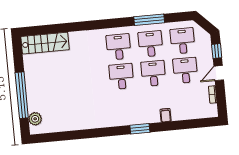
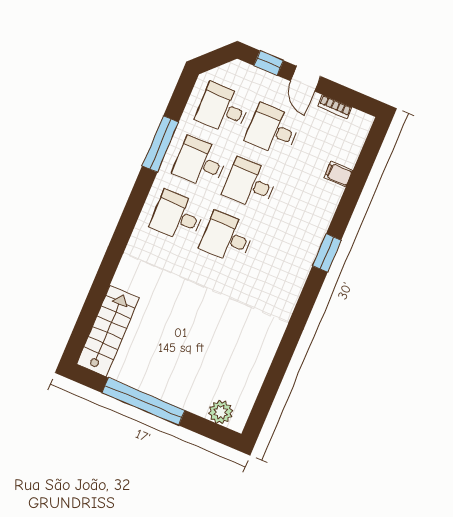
window: (22, 95) -> (144, 402), moved
filing cabinet: (166, 115) -> (338, 174), moved

